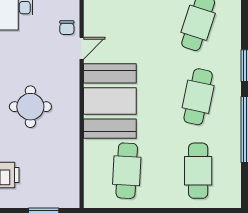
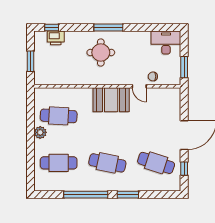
booth: (110, 101) -> (111, 100), width x0.73, depth x0.70
plant: (152, 199) -> (40, 132), added

